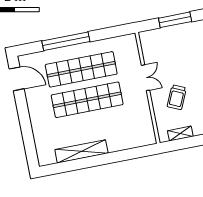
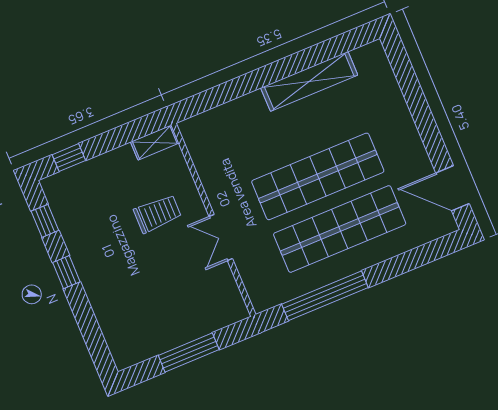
window: (66, 41) -> (325, 296), moved
trolley: (177, 97) -> (157, 214), turned 66
shelving: (180, 134) -> (155, 142), moved

